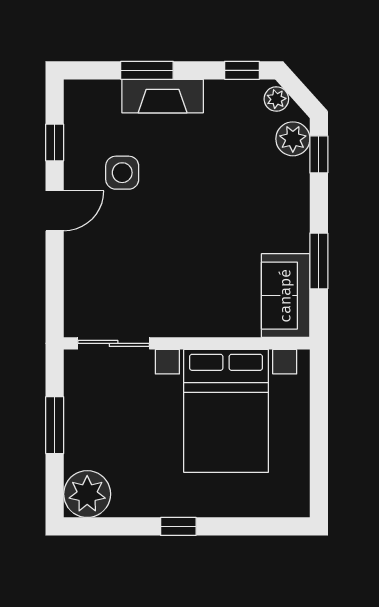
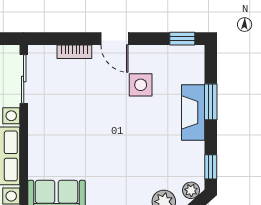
window: (55, 142) -> (182, 39), moved
bookcase: (74, 269) -> (74, 52), added

